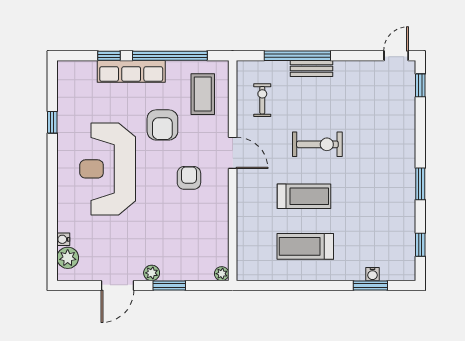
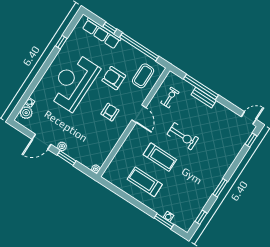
row of seats: (131, 71) -> (102, 33), moved
armchair: (162, 125) -> (114, 78), turned 90

